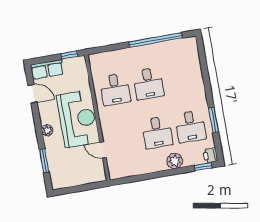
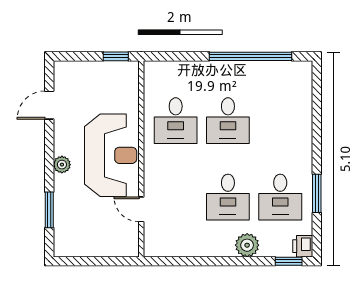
row of seats: (47, 70) -> (78, 72), removed
door: (32, 94) -> (49, 105), swing flipped

